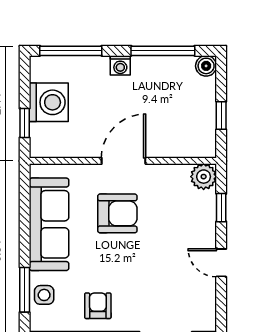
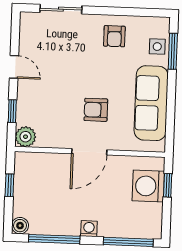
washing machine: (49, 102) -> (148, 186), moved
armchair: (117, 213) -> (96, 110), width x0.72, depth x0.72

